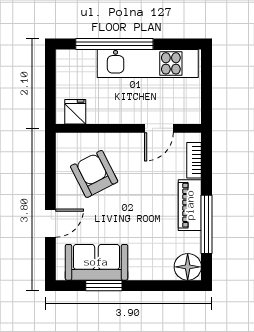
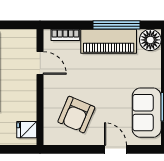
armchair: (94, 174) -> (76, 115), turned -40
piano: (190, 205) -> (109, 41), width x1.37, depth x1.33

